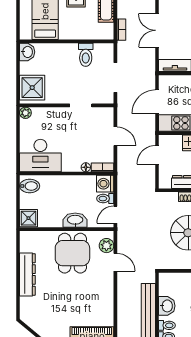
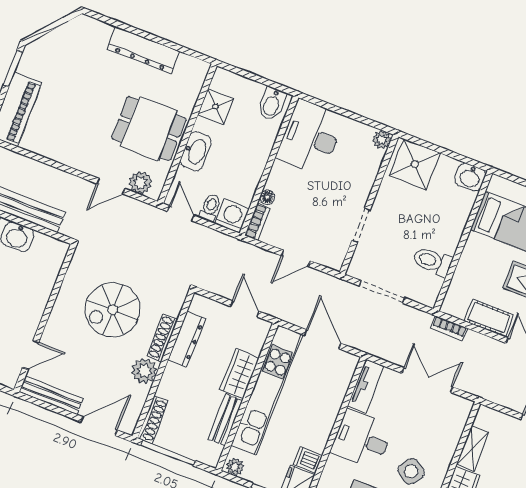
shower: (28, 218) -> (216, 106), moved

